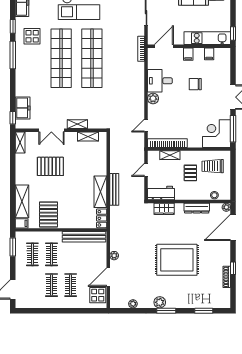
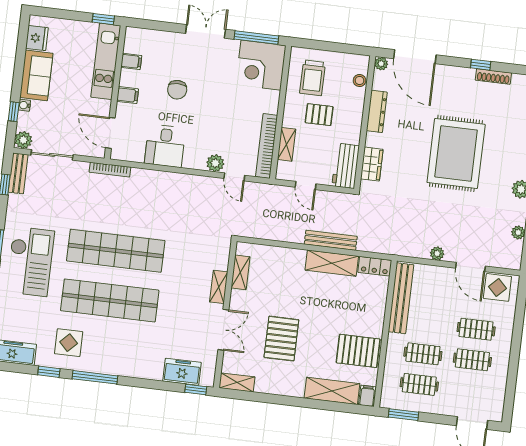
plant: (153, 98) -> (215, 163), moved

